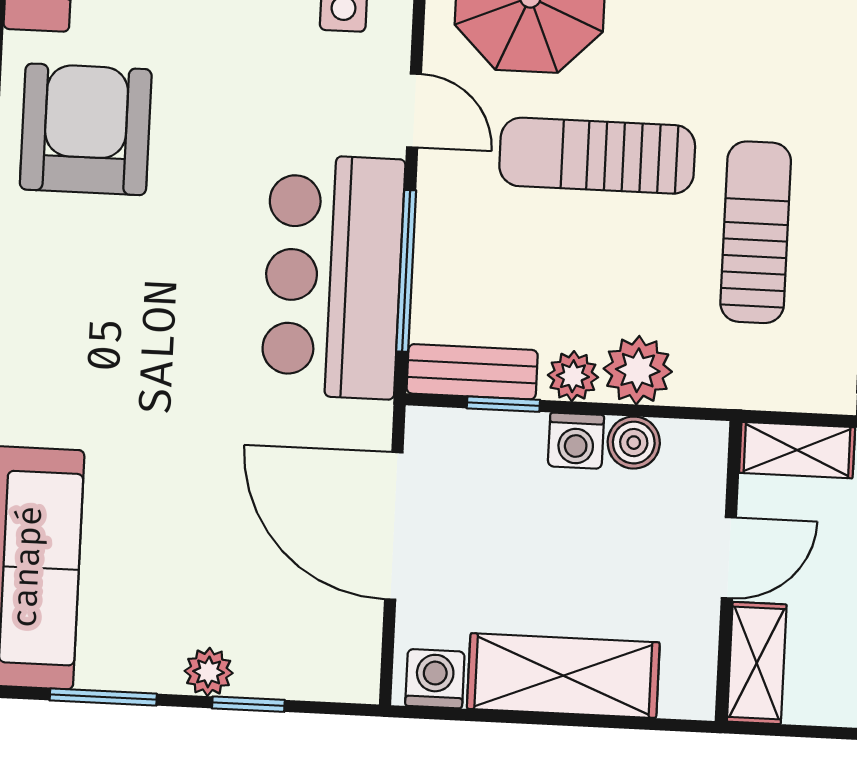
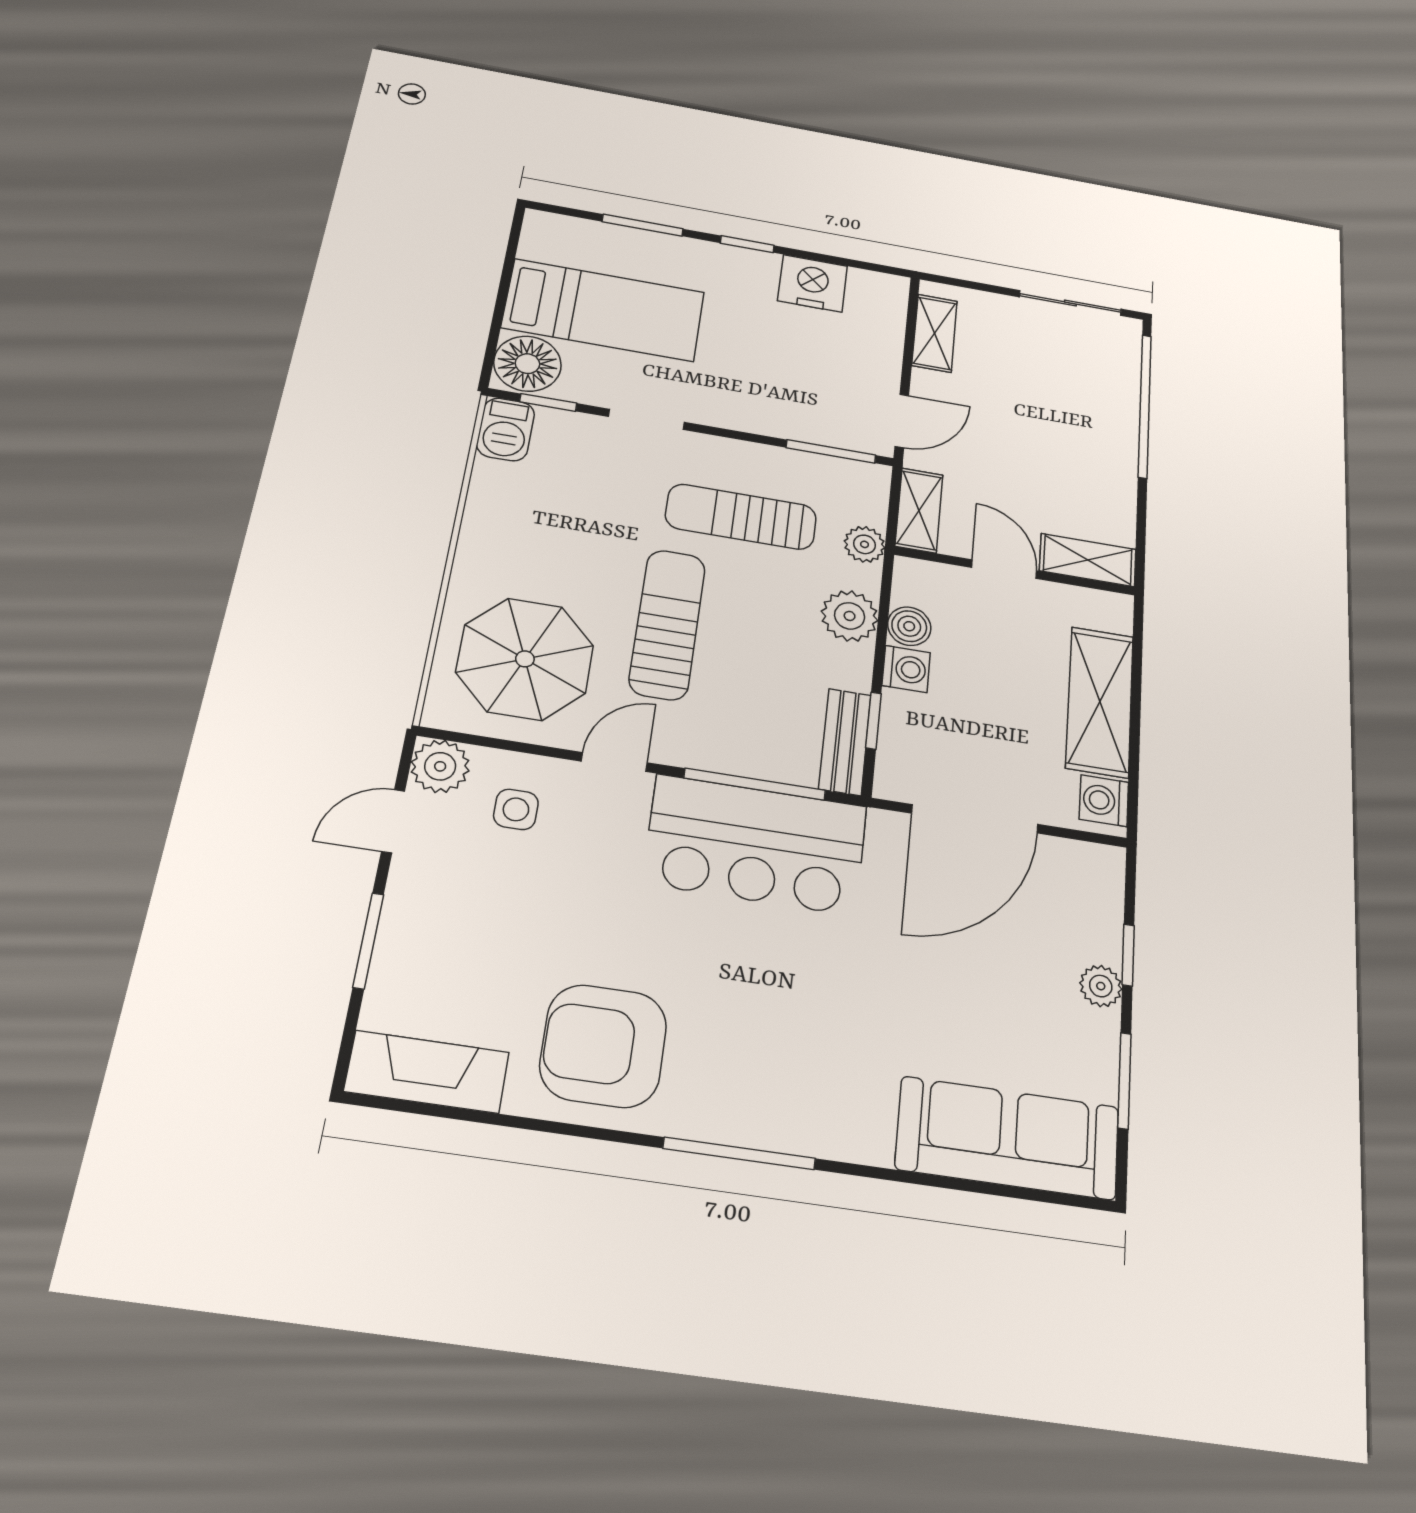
sun lounger: (597, 156) -> (667, 624), turned 180
plant: (573, 376) -> (864, 544), moved

